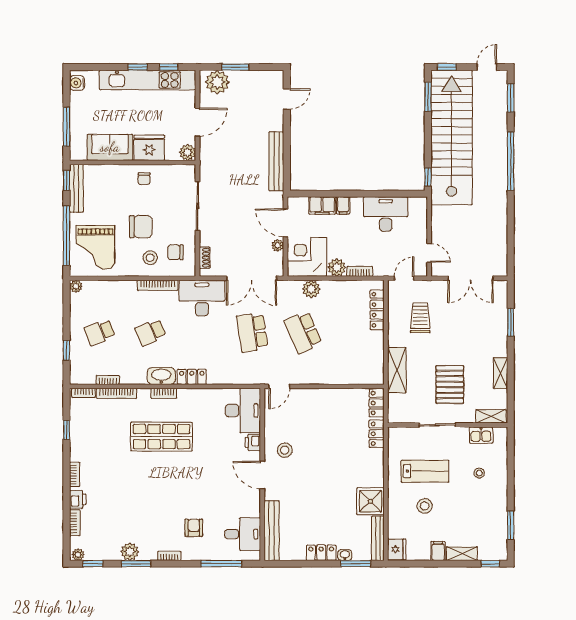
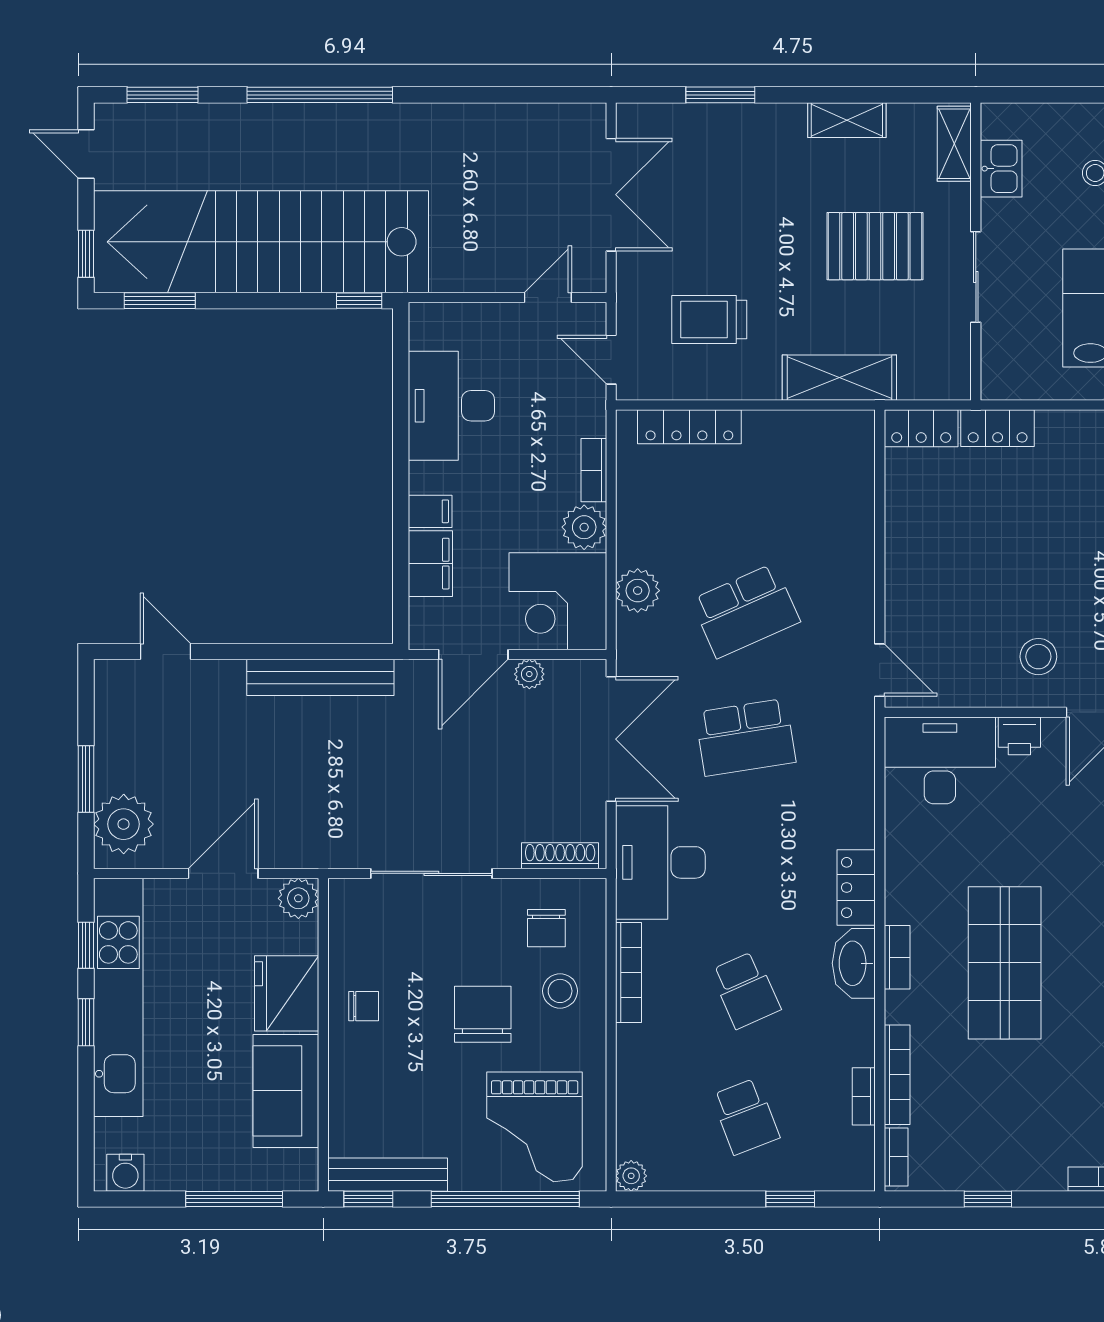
door: (197, 122) -> (223, 873), hinge flipped
grand piano: (95, 247) -> (535, 1127), turned 90
shoe rack: (205, 258) -> (560, 856), width x1.43

